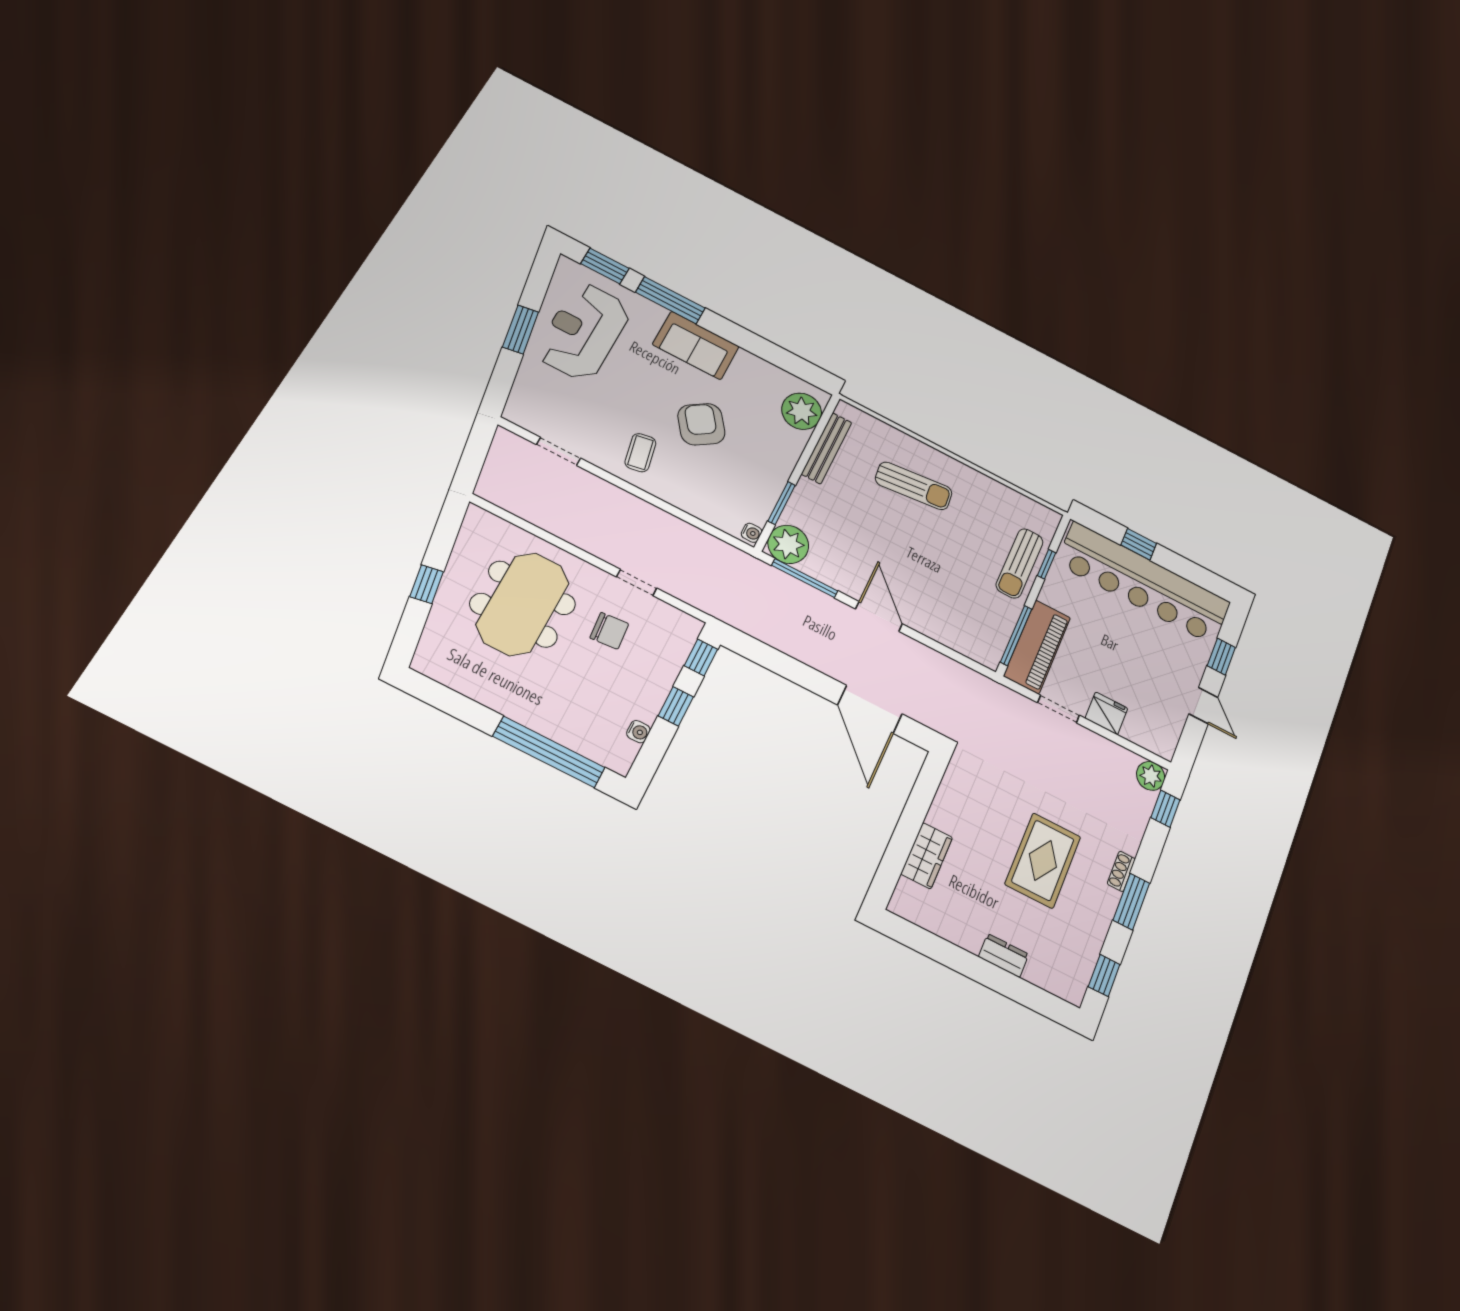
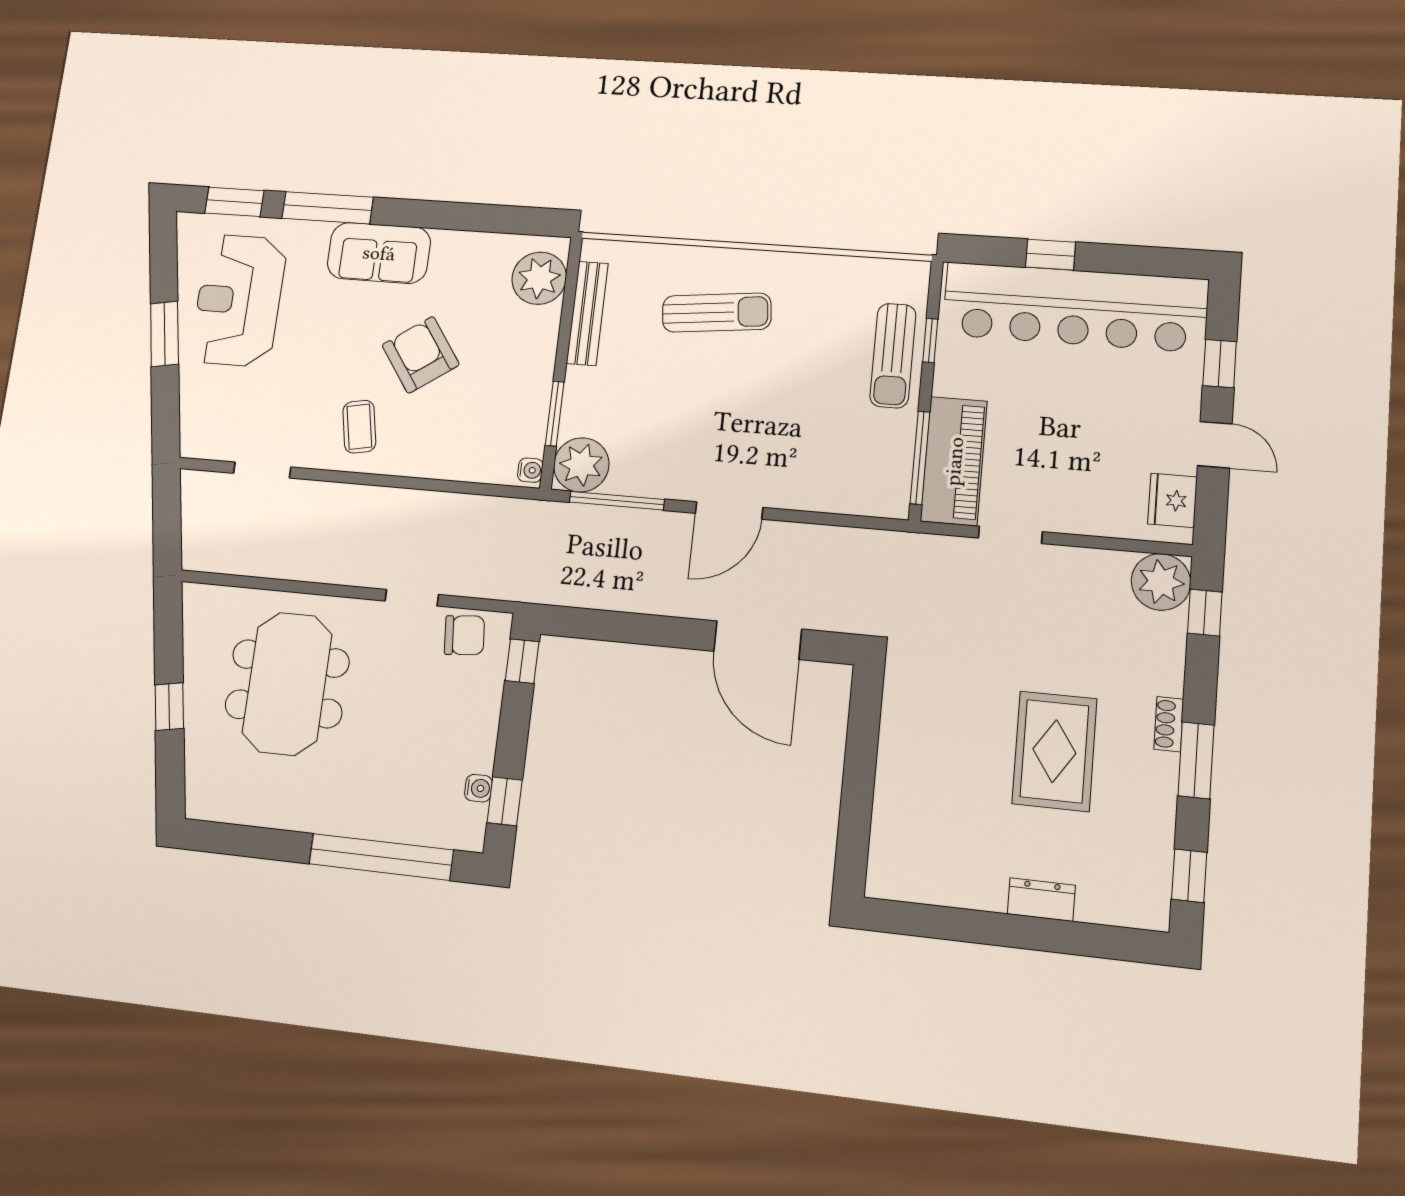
door: (879, 616) -> (729, 510), swing flipped
chair: (609, 631) -> (464, 635), moved
window: (676, 706) -> (505, 801), moved
fridge: (1106, 713) -> (1172, 500), moved, turned -90
plant: (1151, 776) -> (1161, 582), width x1.36, depth x1.36
wardrobe: (927, 856) -> (895, 805), removed

